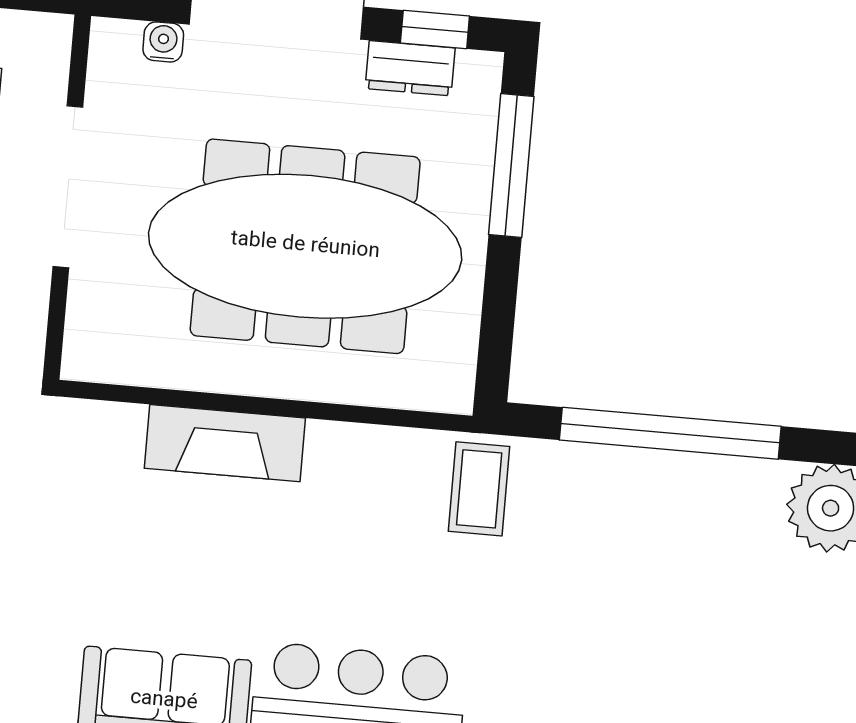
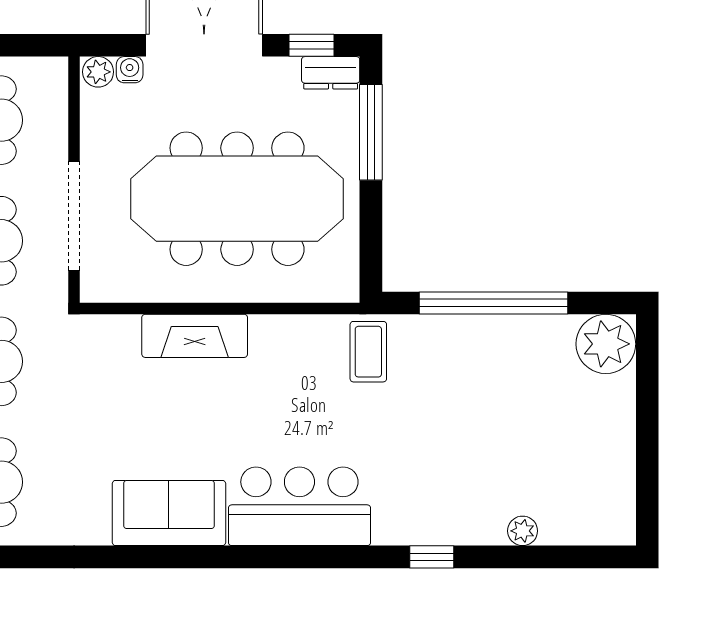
plant: (116, 41) -> (98, 72), added
dresser: (410, 68) -> (331, 73), moved
doorway: (68, 187) -> (74, 216), moved

